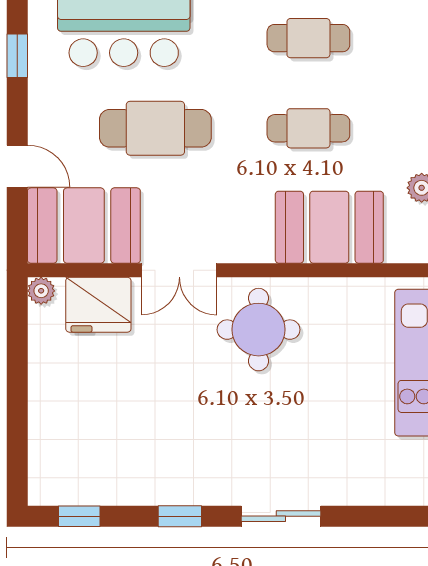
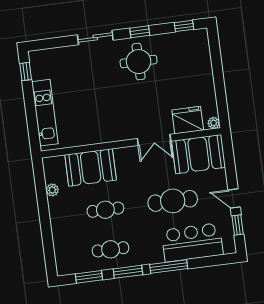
door: (17, 166) -> (234, 199), moved
double door: (179, 270) -> (154, 140), swing flipped
round table: (259, 330) -> (139, 62), moved

